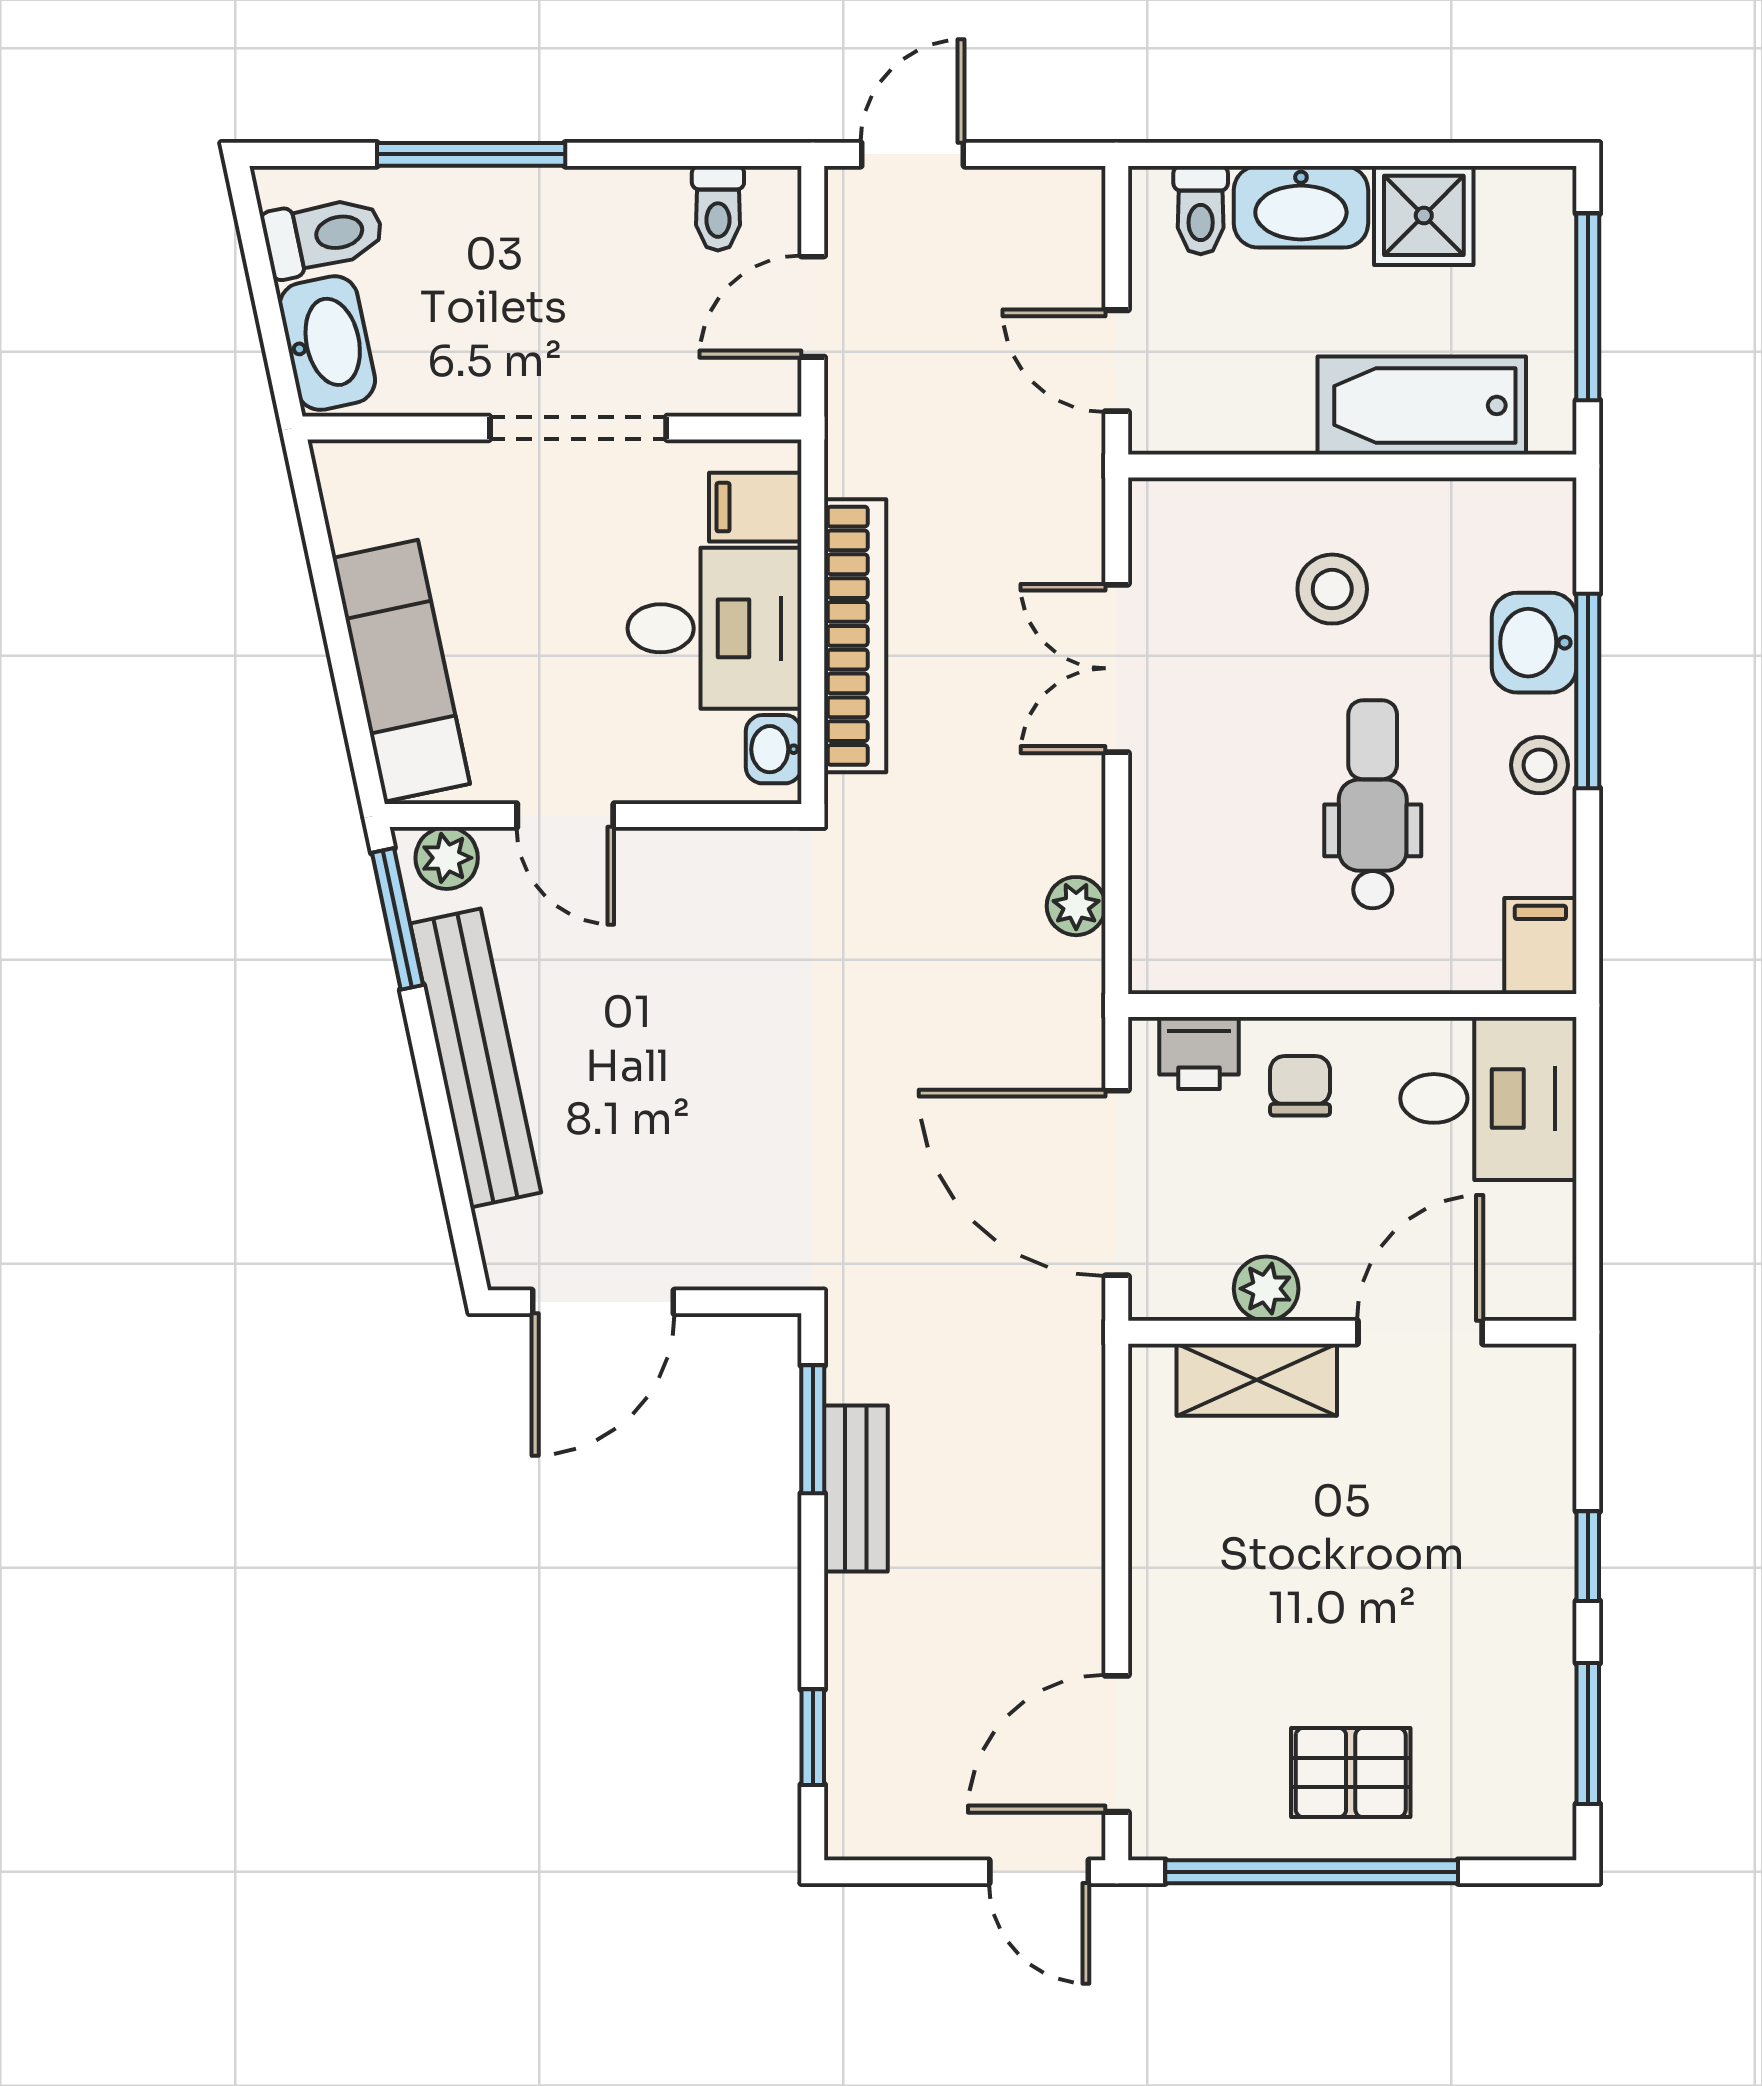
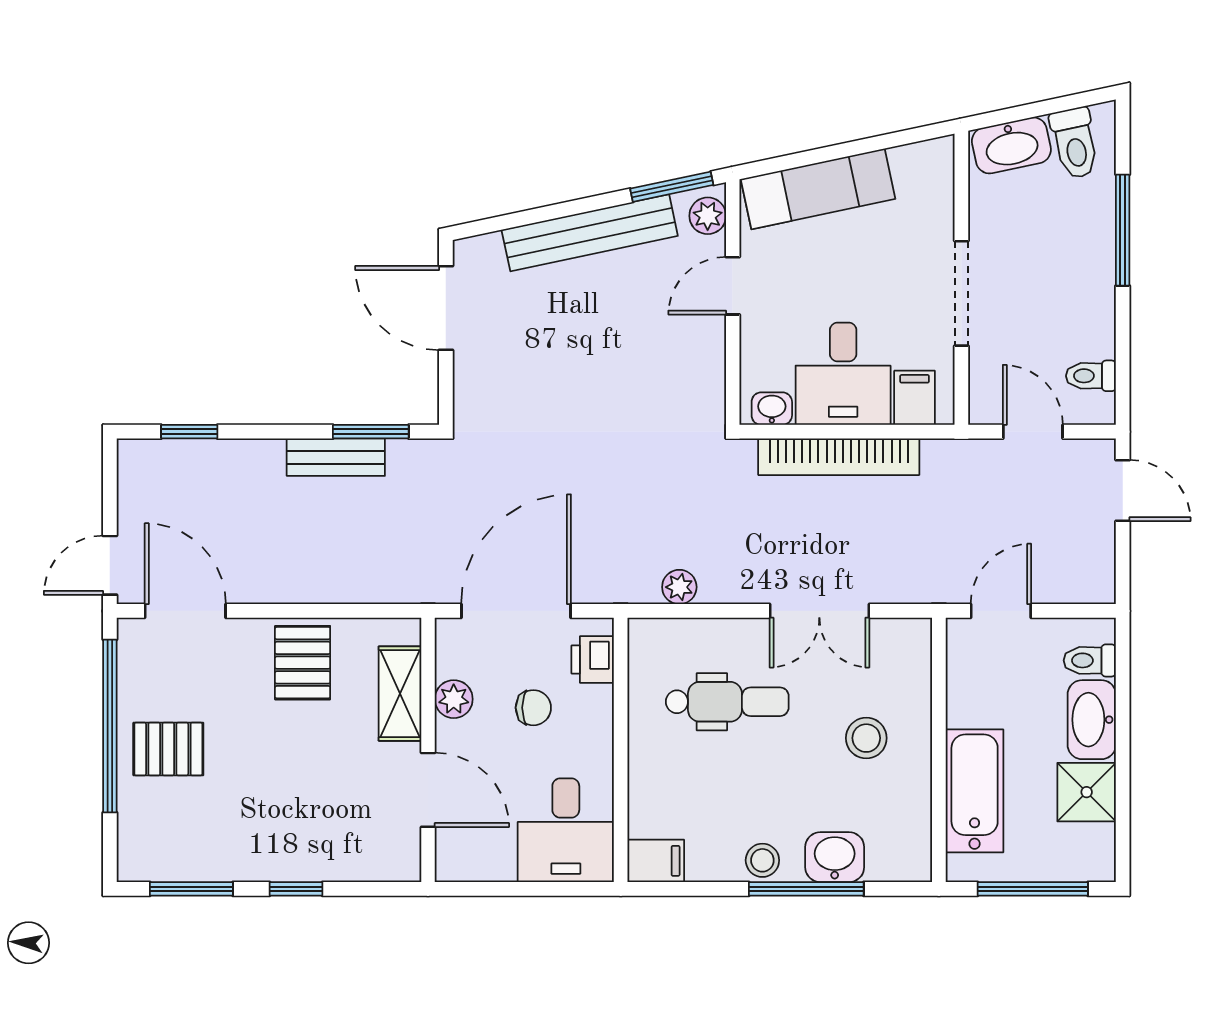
double door: (1117, 668) -> (819, 611), swing flipped
dental chair: (1373, 804) -> (727, 702), moved
chair: (1300, 1086) -> (533, 708), moved
pallet: (1204, 1545) -> (303, 663), added
pallet: (1351, 1773) -> (168, 749), turned 90

